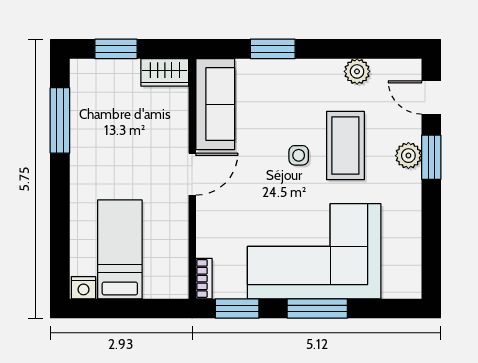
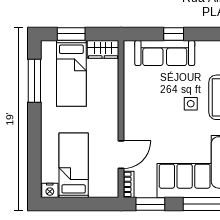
window: (273, 49) -> (174, 34), width x0.67
sofa: (215, 104) -> (165, 53), moved, turned 90
bed: (116, 109) -> (71, 73), added
door: (192, 174) -> (121, 155), moved

